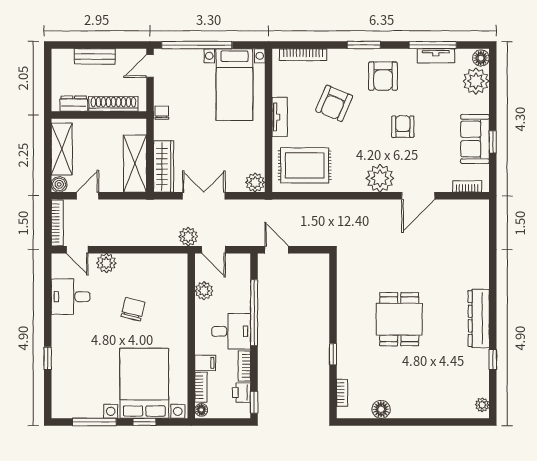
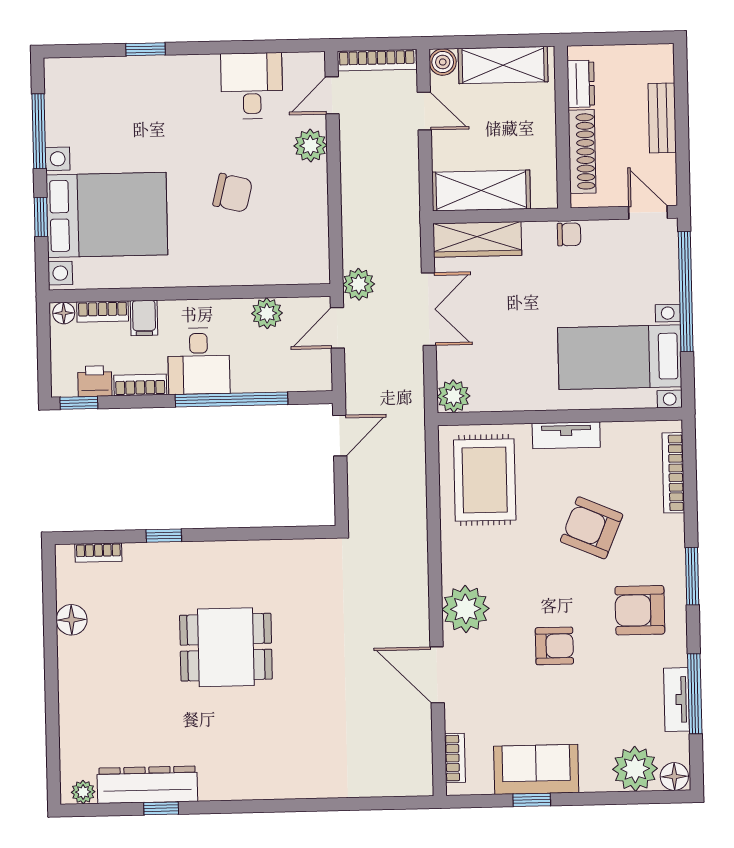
dresser: (479, 319) -> (147, 785), moved

